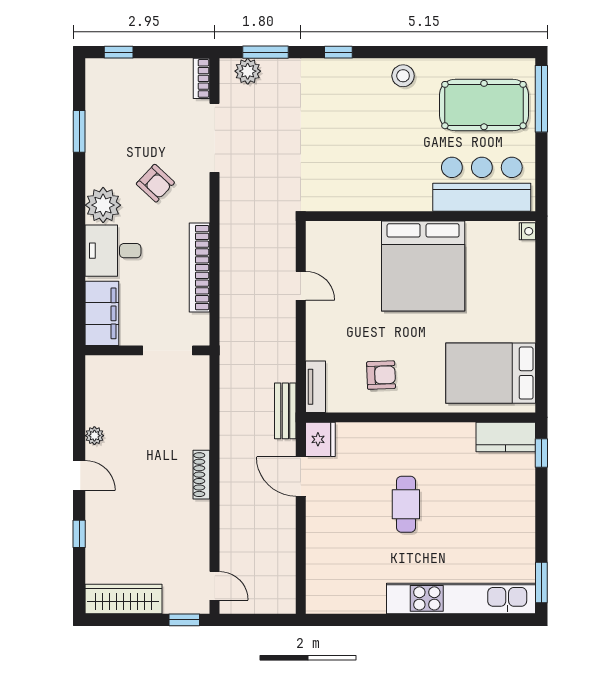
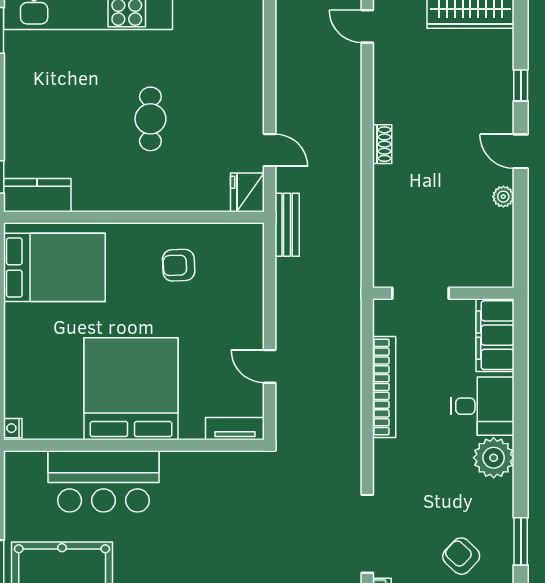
armchair: (155, 183) -> (461, 556), moved
bar counter: (482, 184) -> (104, 481), moved
tv unit: (315, 387) -> (235, 429), moved, turned 90
shoe rack: (201, 475) -> (382, 144), width x0.70
door: (301, 477) -> (270, 150), width x0.73

